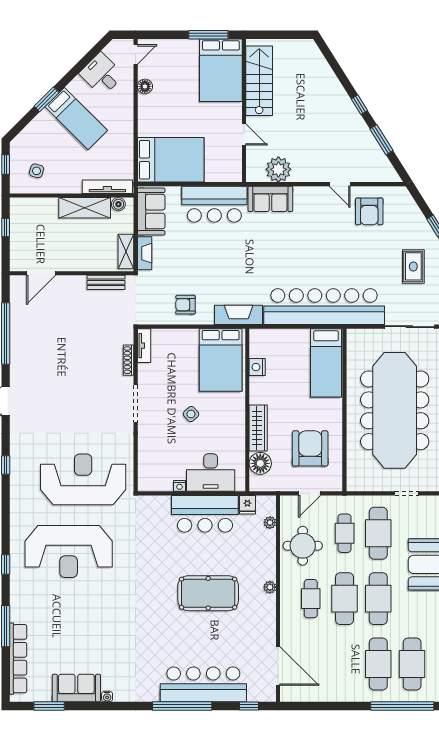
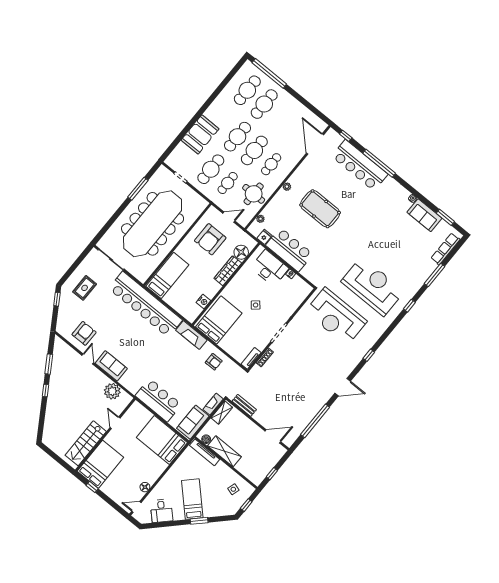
window: (208, 35) -> (92, 487), width x0.46
sofa: (270, 199) -> (111, 366), moved
row of seats: (18, 659) -> (445, 249), width x0.73

